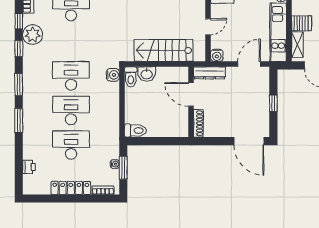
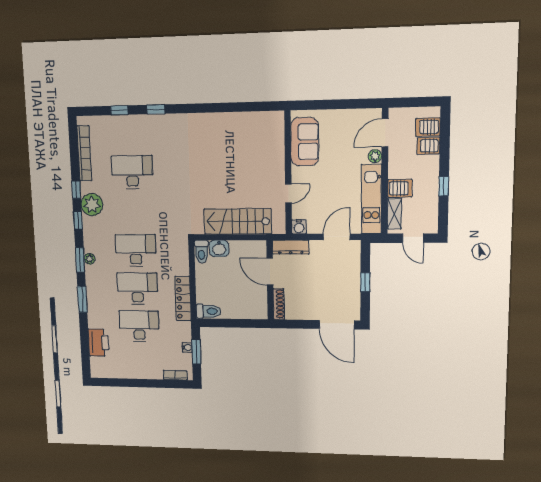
water cooler: (113, 75) -> (182, 249), removed
plant: (28, 83) -> (90, 259), added
printer: (29, 167) -> (98, 343), width x1.87, depth x1.48
locker: (71, 188) -> (183, 298), moved, turned -90

